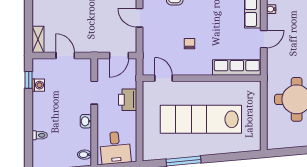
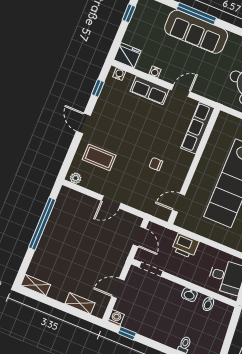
shelving: (38, 39) -> (80, 303), moved
door: (264, 39) -> (181, 91), hinge flipped
washing machine: (38, 85) -> (116, 318), moved
doorway: (94, 93) -> (151, 269), moved
bidet: (85, 155) -> (208, 304), moved

